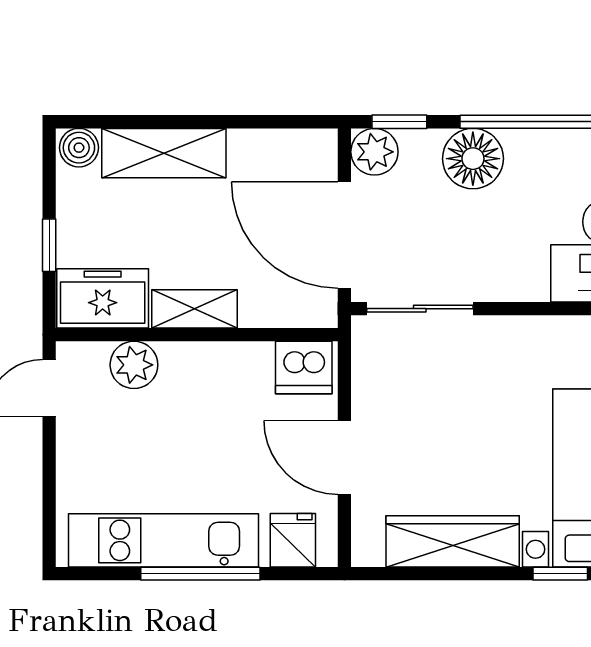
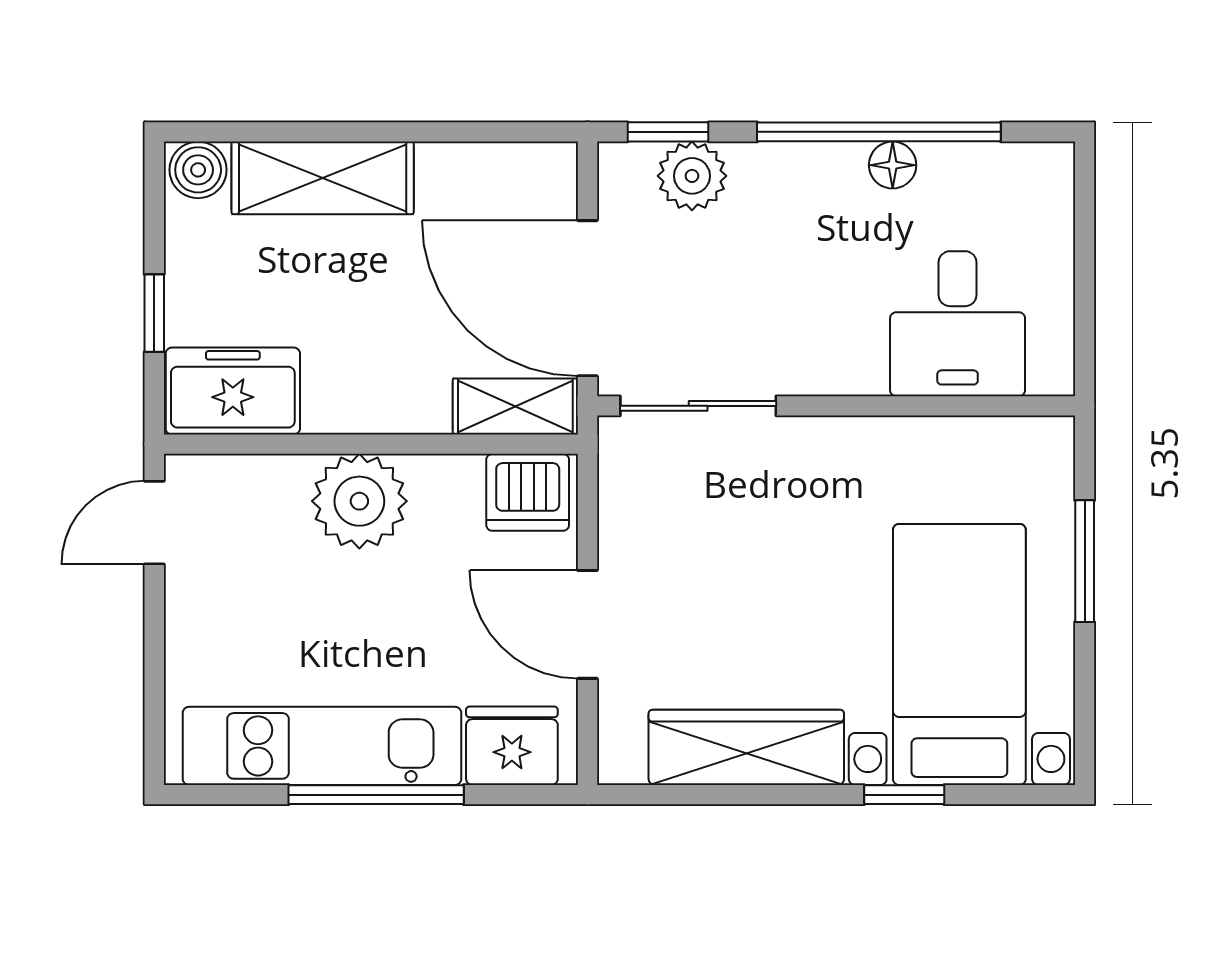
plant: (374, 152) -> (692, 176), moved
floor lamp: (473, 159) -> (893, 165), moved, width x0.53, depth x0.53
shelving: (194, 309) -> (515, 406), moved
plant: (134, 365) -> (359, 501), moved, width x1.36, depth x1.36
fridge: (293, 540) -> (512, 746), width x1.38

